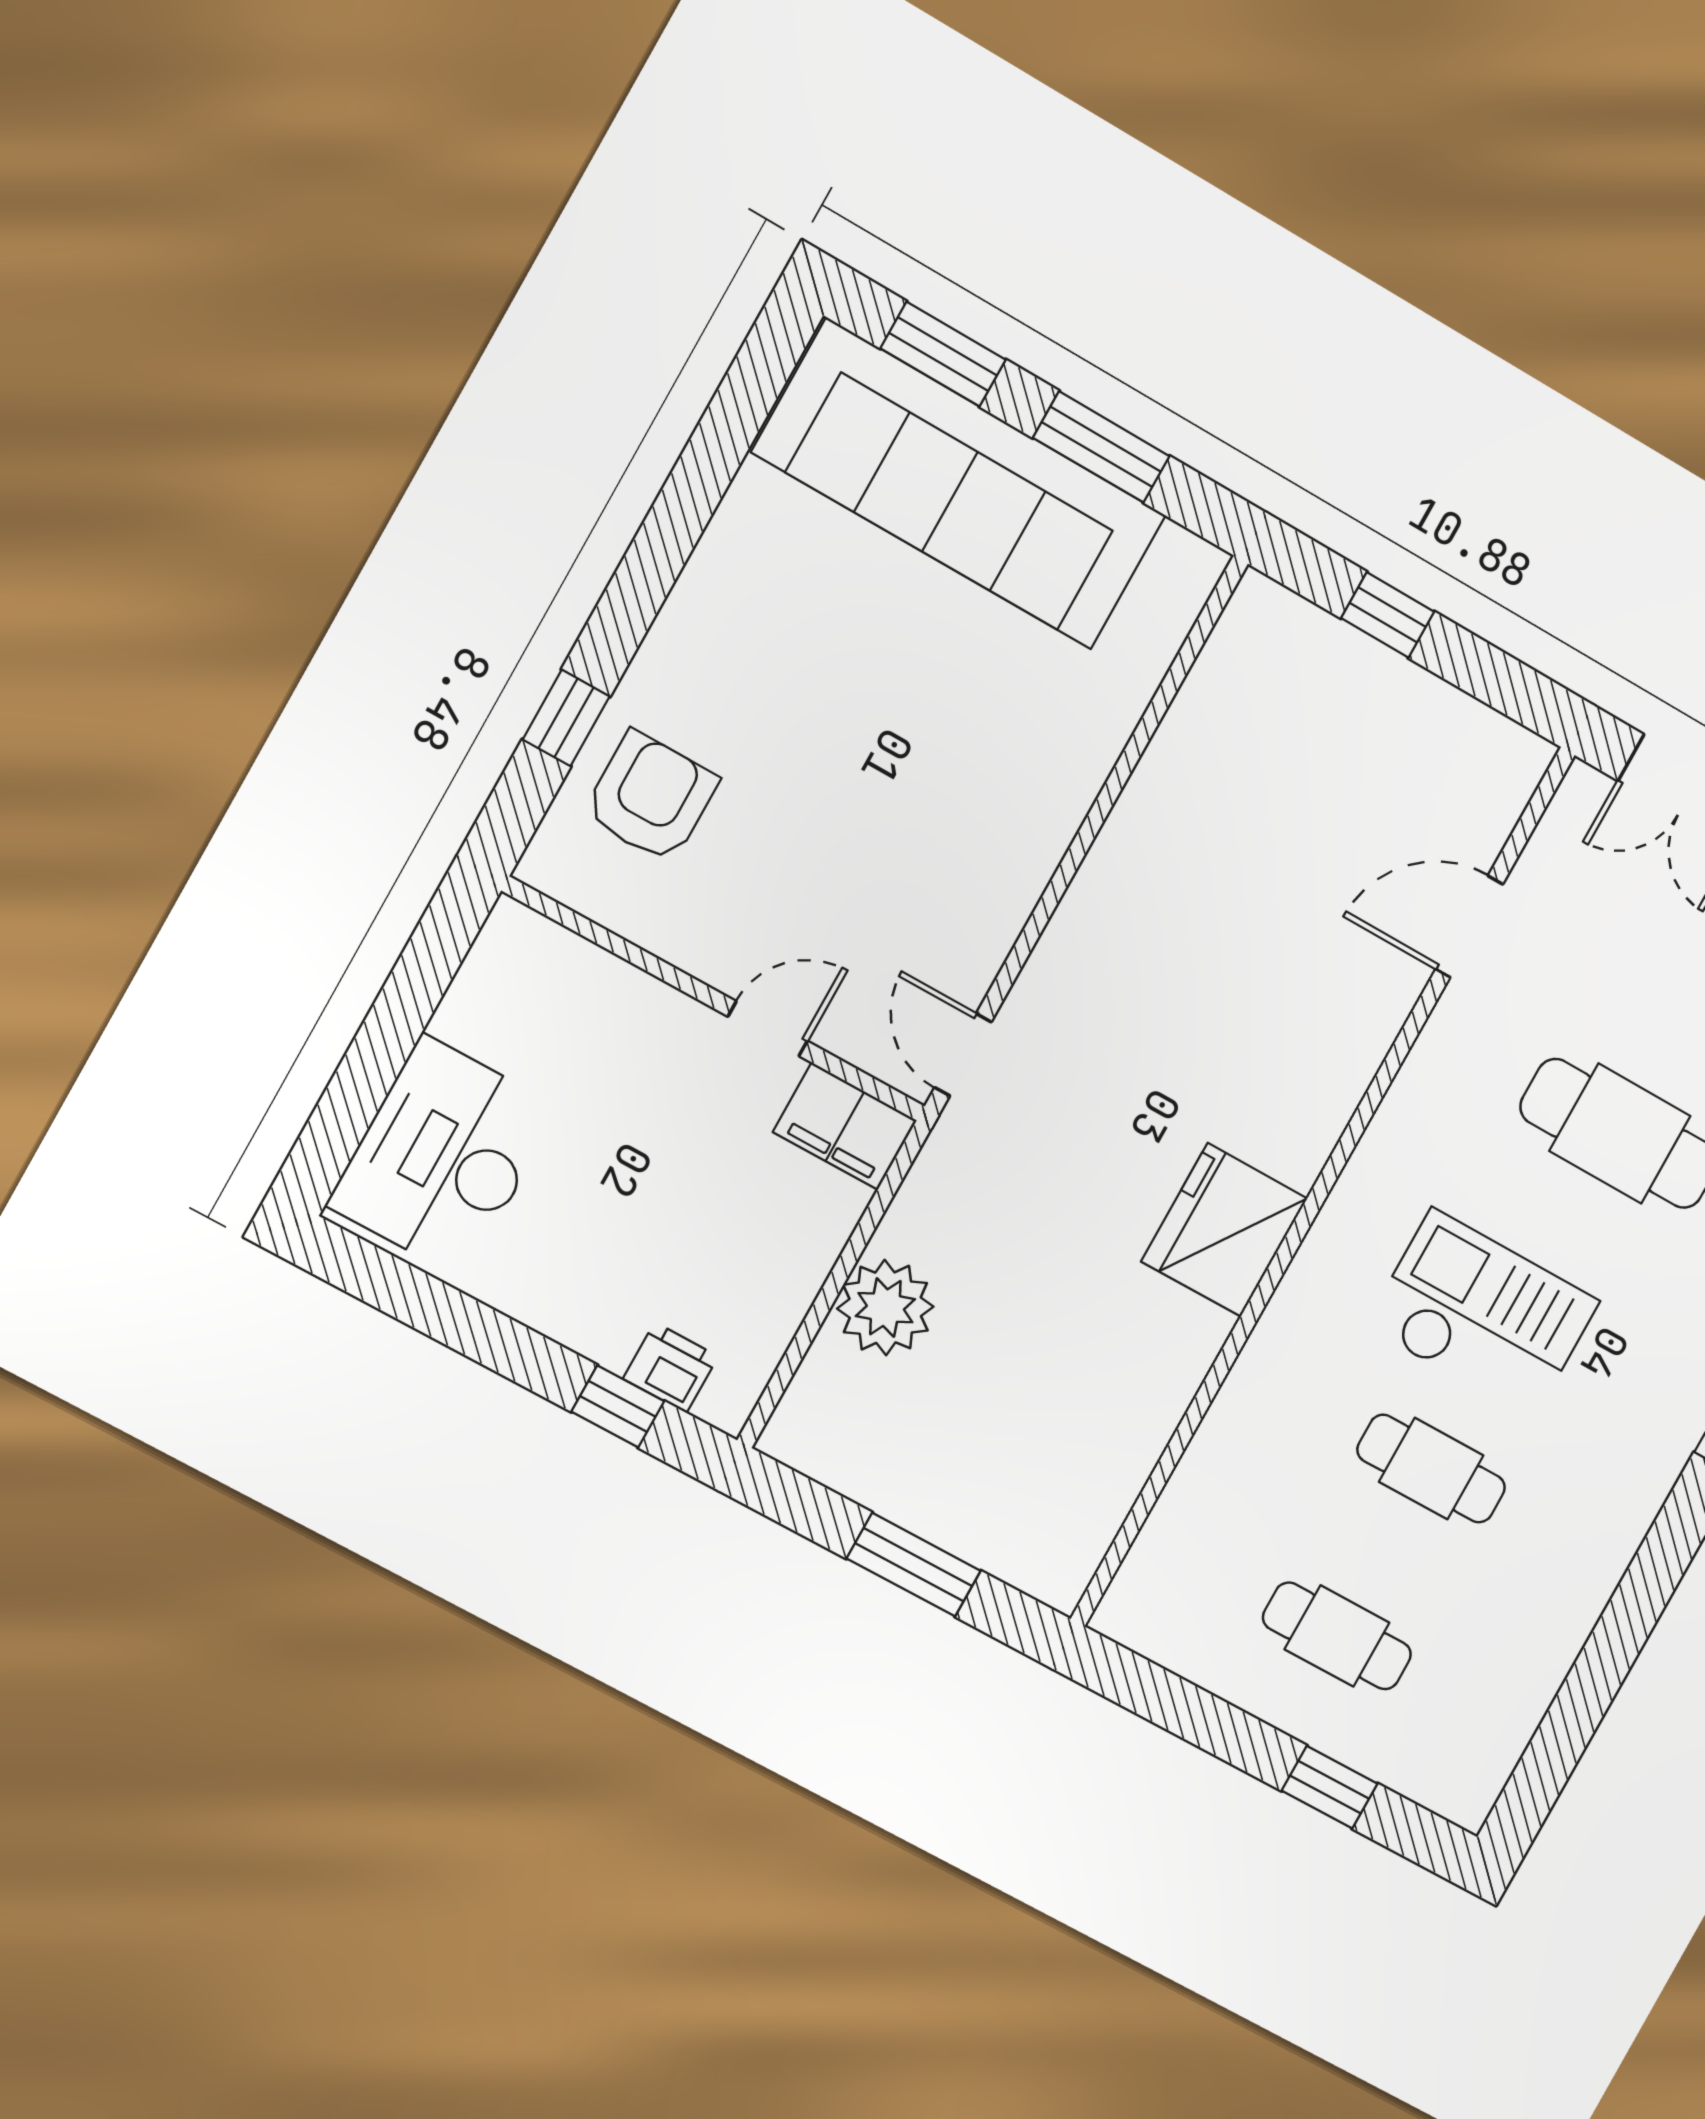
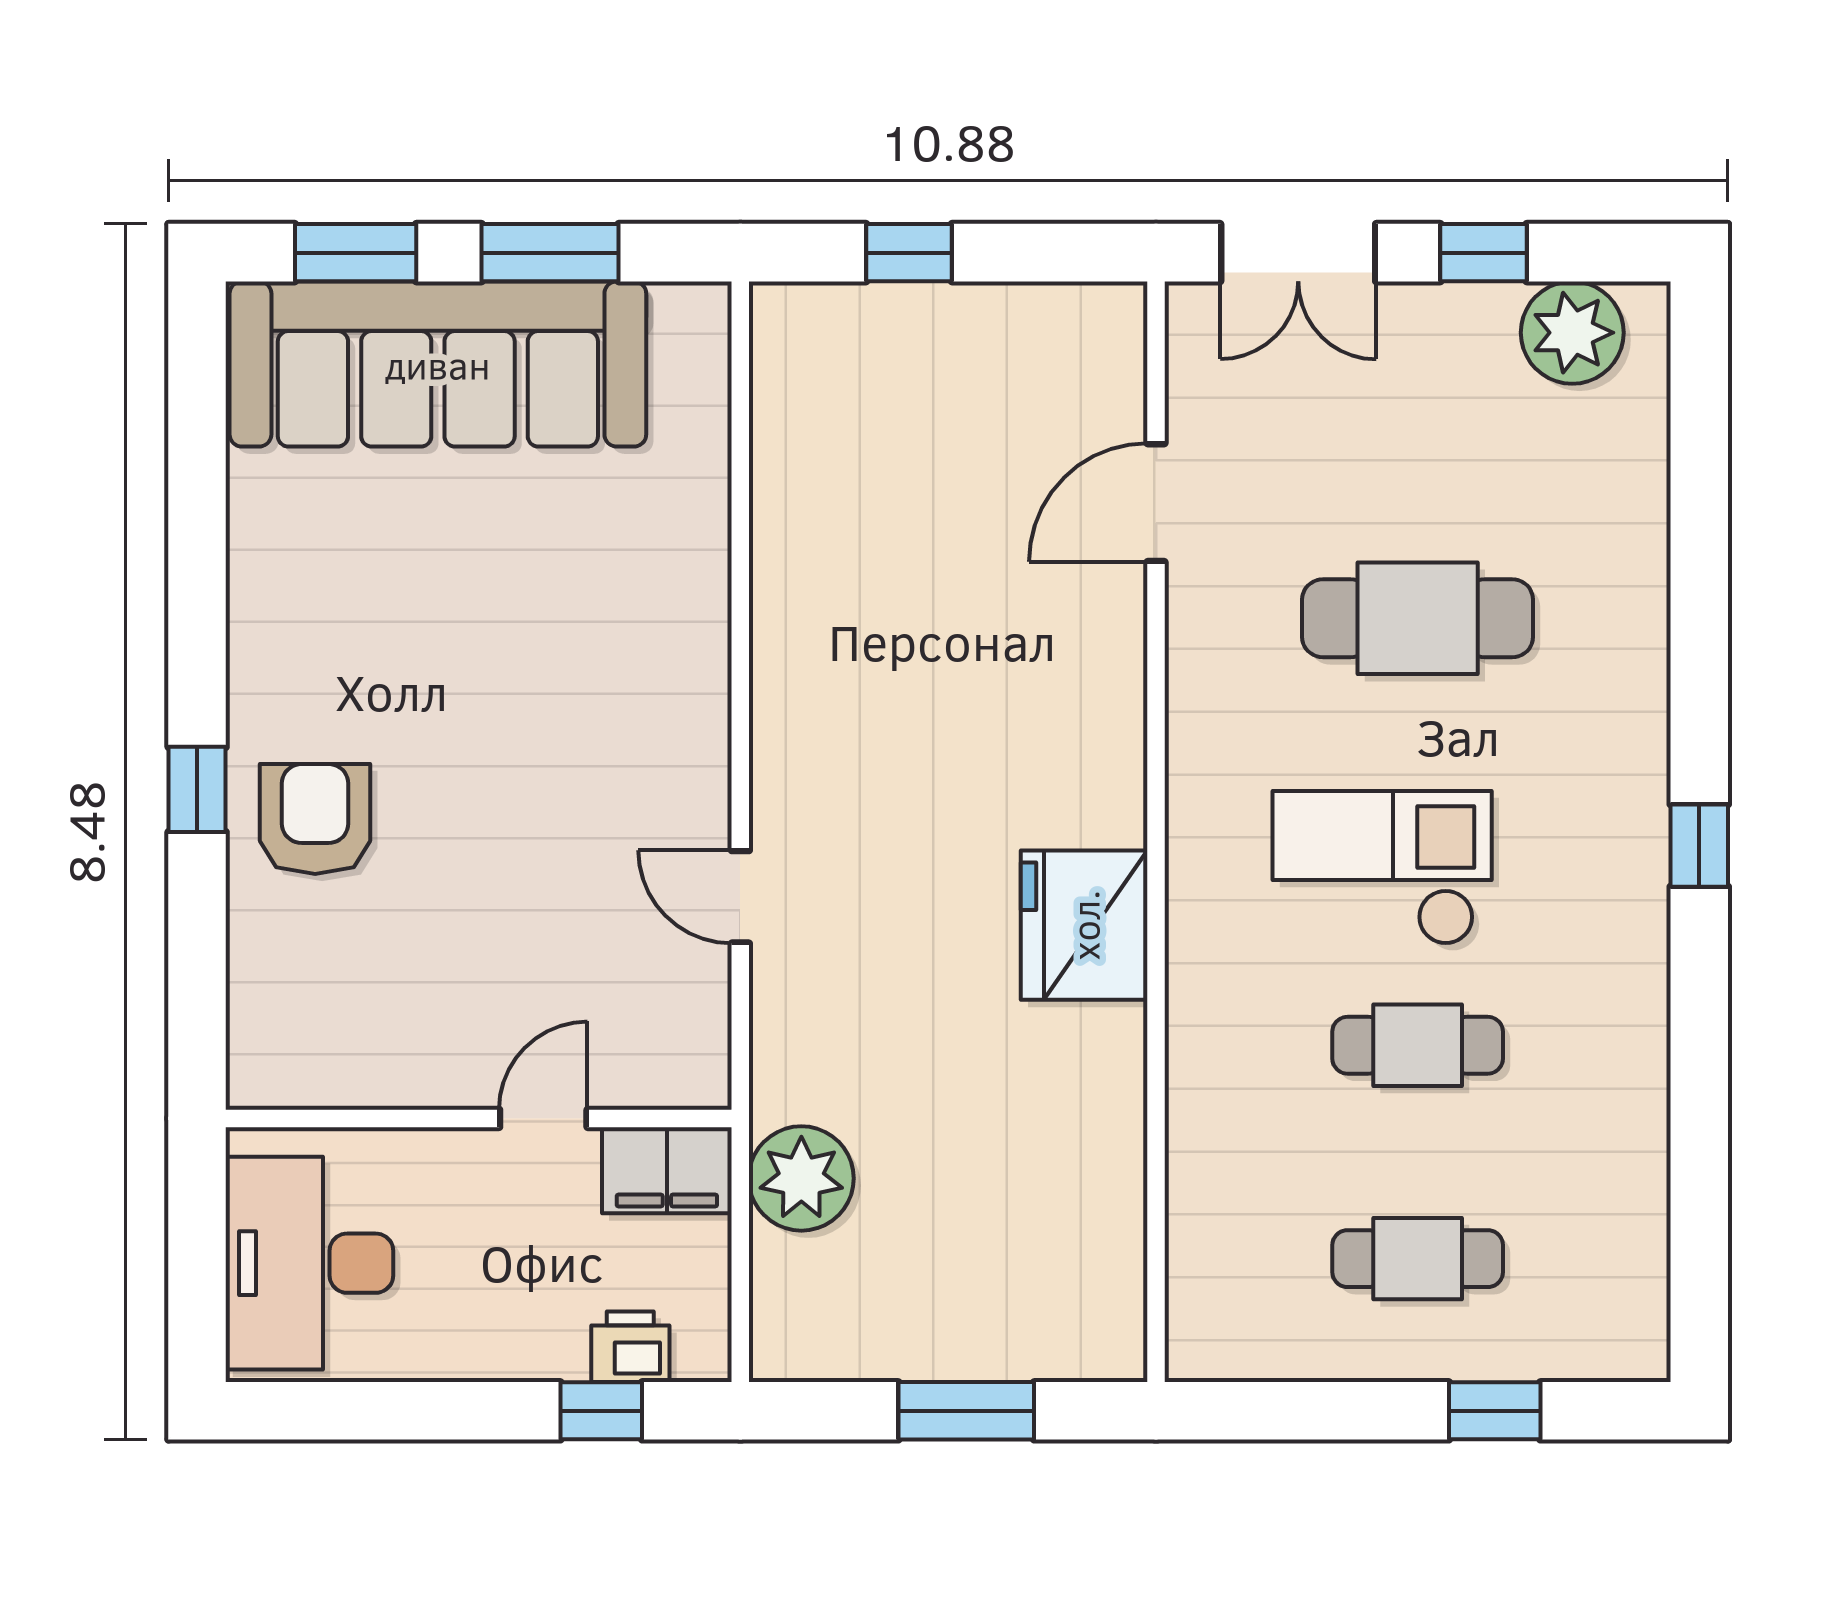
wall: (715, 999) -> (479, 1118), moved
door: (768, 1029) -> (543, 1118), moved
filing cabinet: (845, 1126) -> (667, 1170), moved

